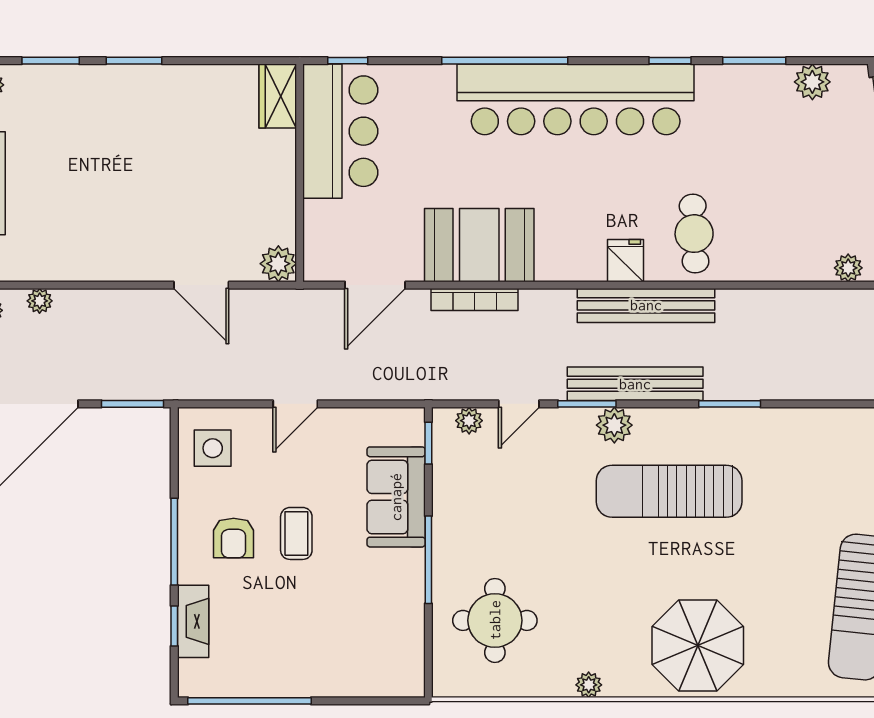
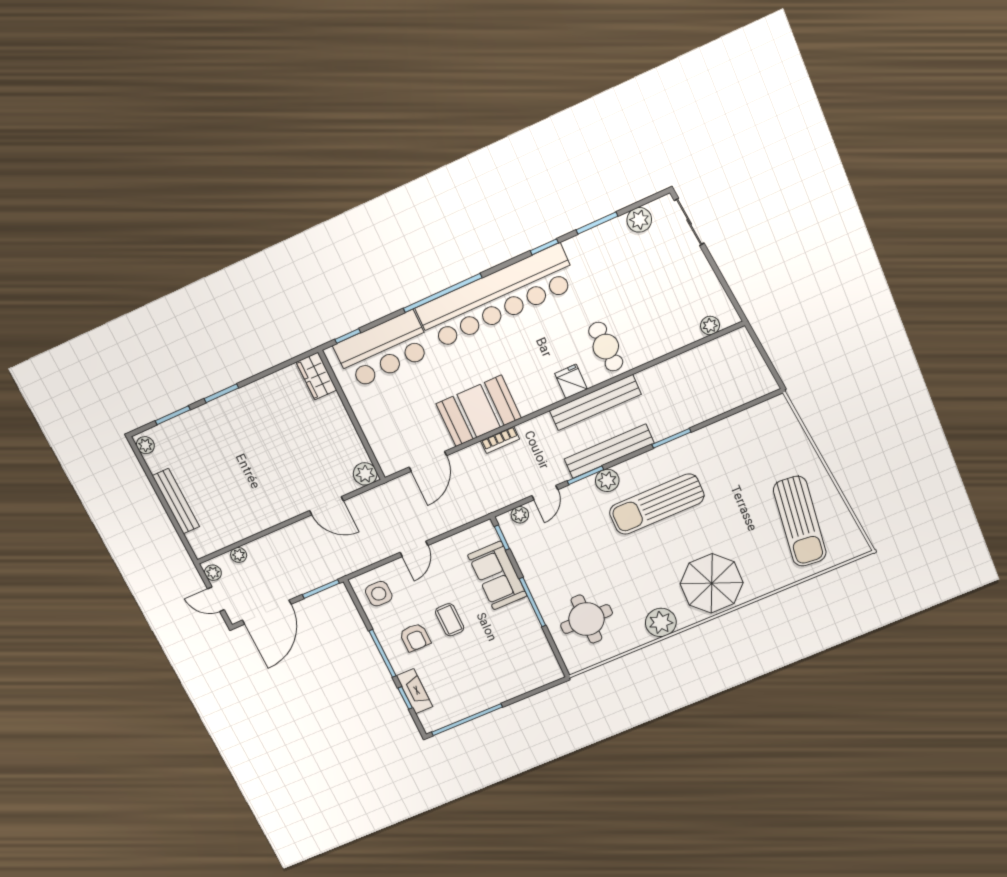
bar counter: (340, 131) -> (383, 350), moved, turned 90
bookcase: (475, 299) -> (500, 440), width x0.64
plant: (589, 685) -> (661, 622), width x1.87, depth x1.87

